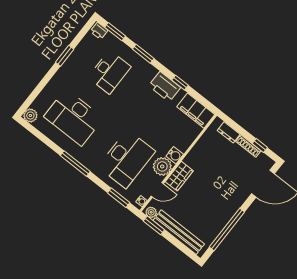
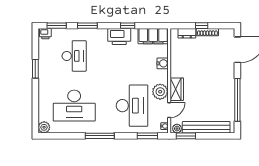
window: (260, 145) -> (202, 26), moved
water cooler: (175, 155) -> (163, 63), moved

